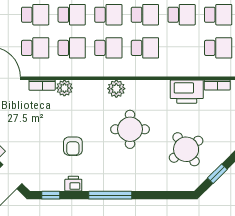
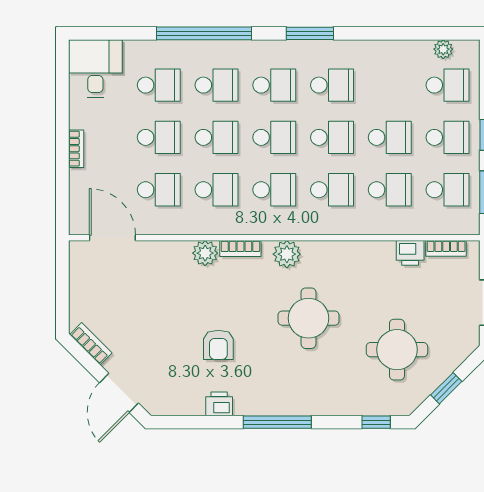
school desk: (182, 48) -> (390, 190), added
bookcase: (42, 85) -> (240, 248), moved
printer: (187, 92) -> (410, 253), width x0.53, depth x0.68
round table: (186, 149) -> (397, 350), turned 35
window: (51, 195) -> (376, 422), moved

